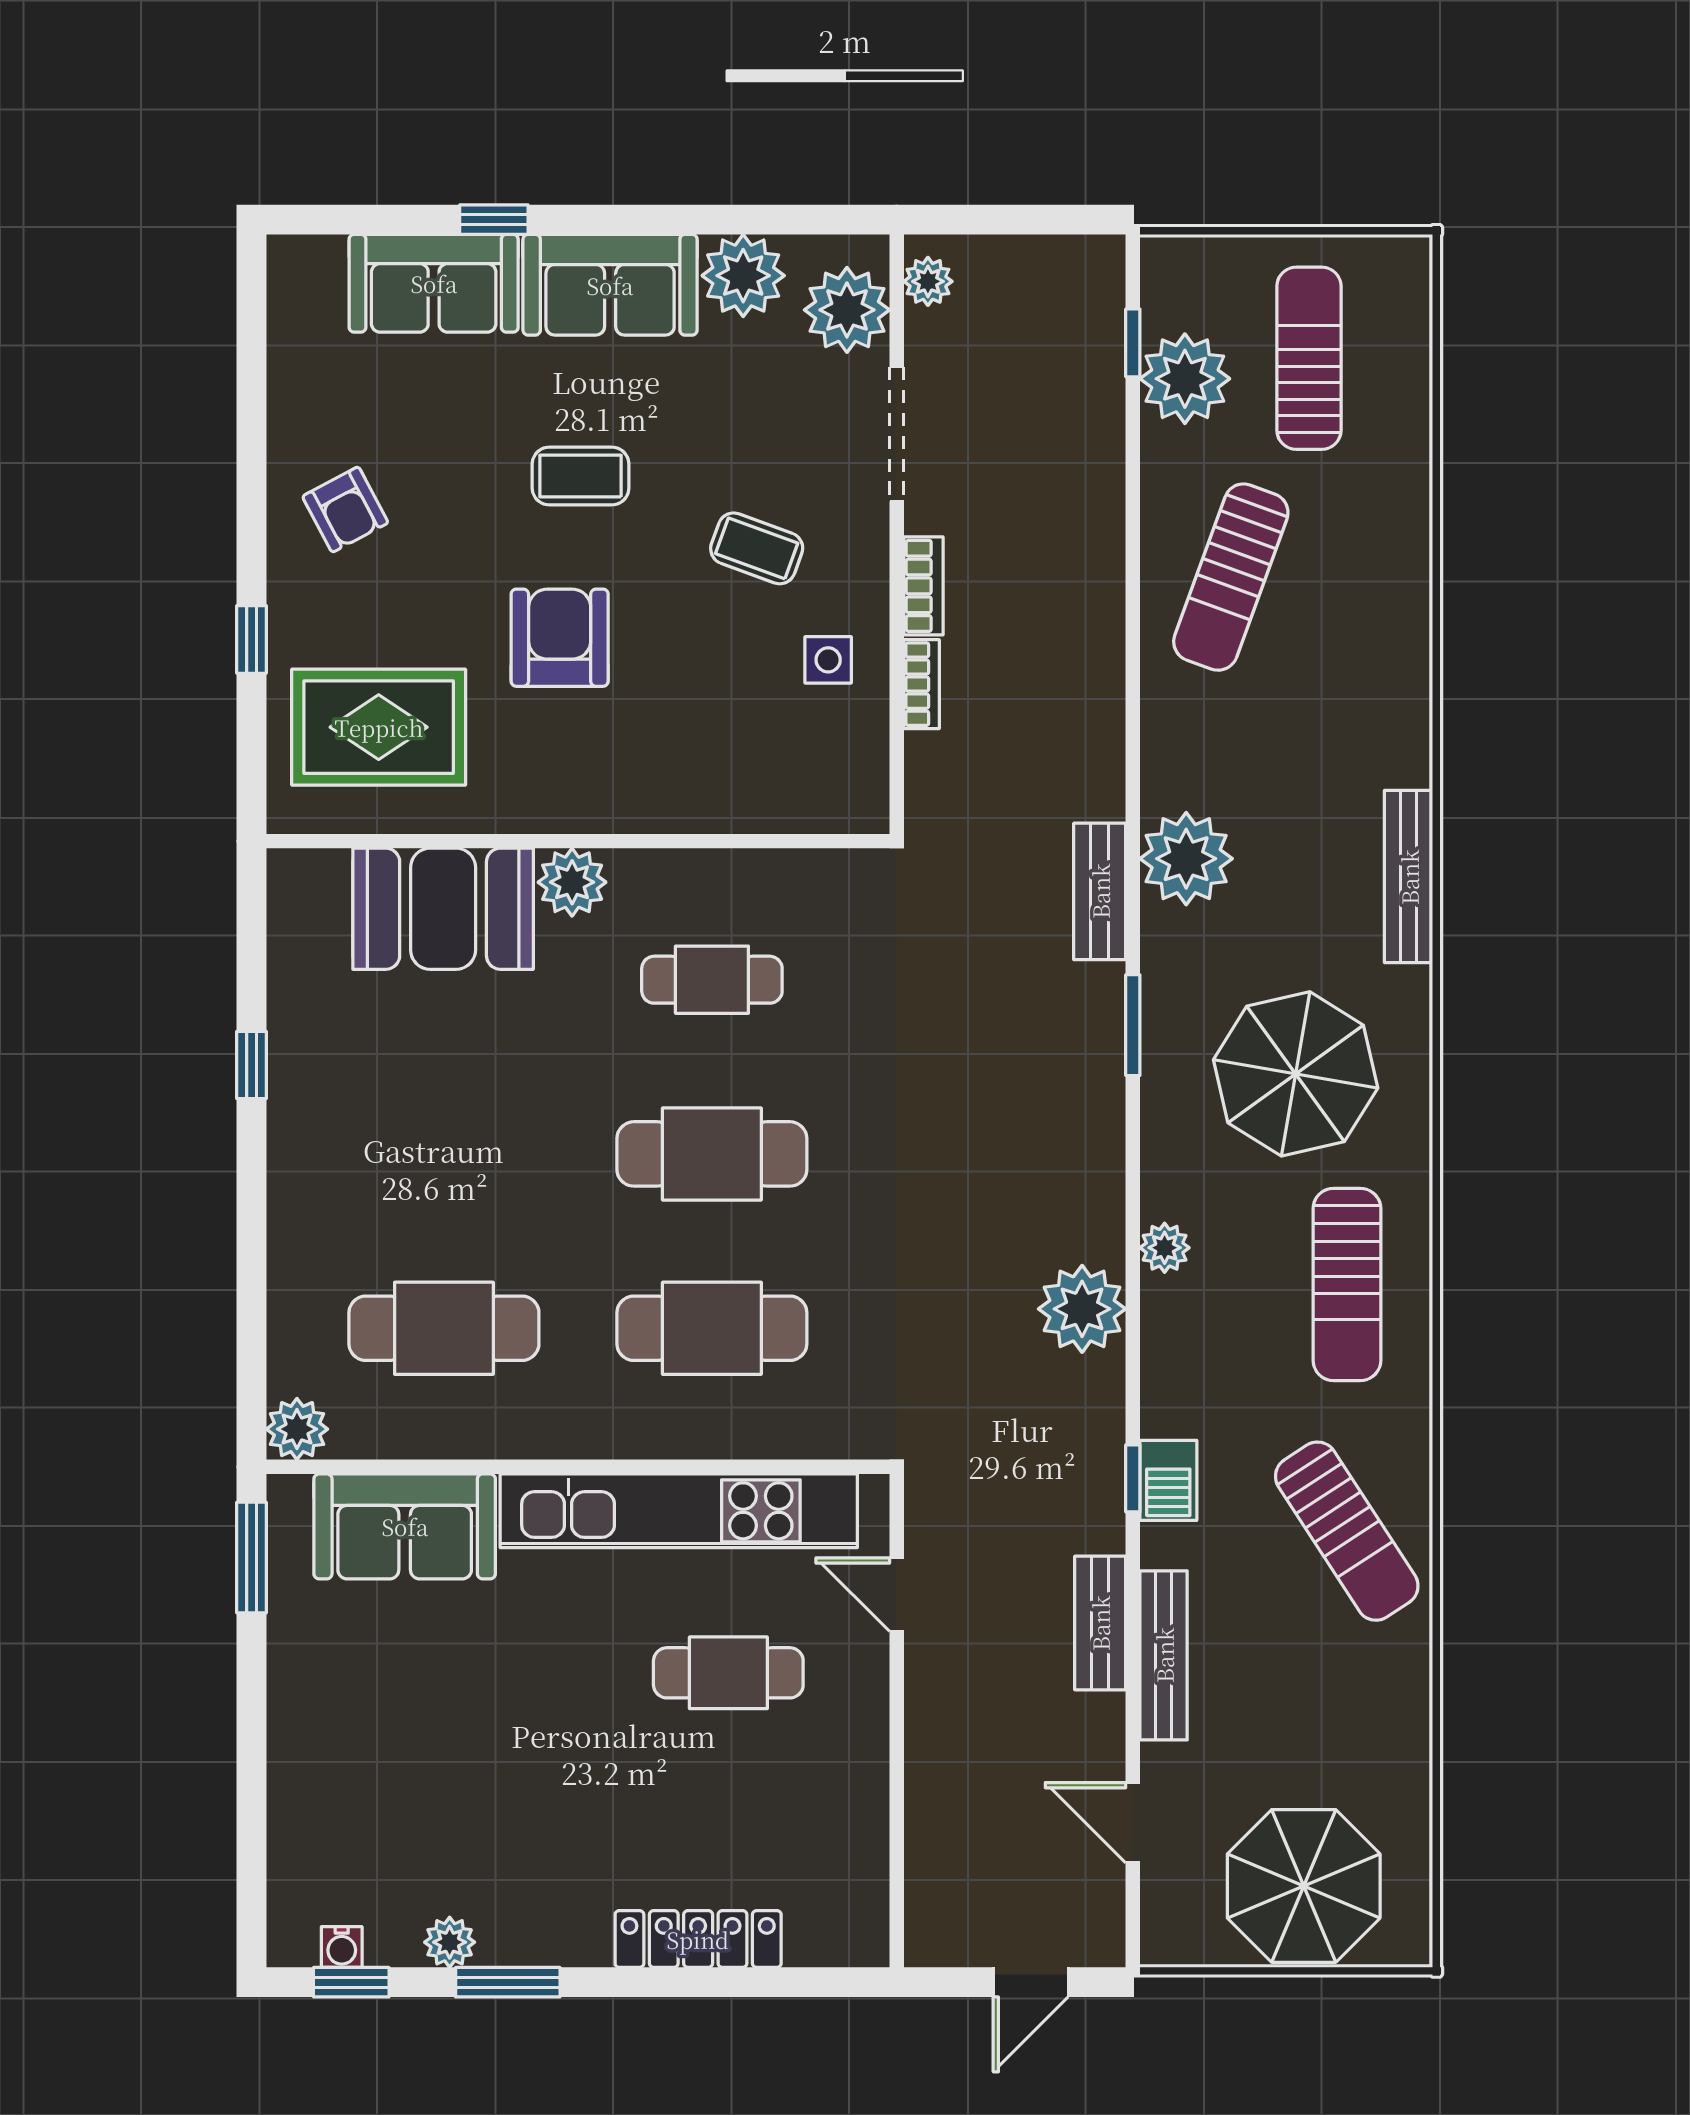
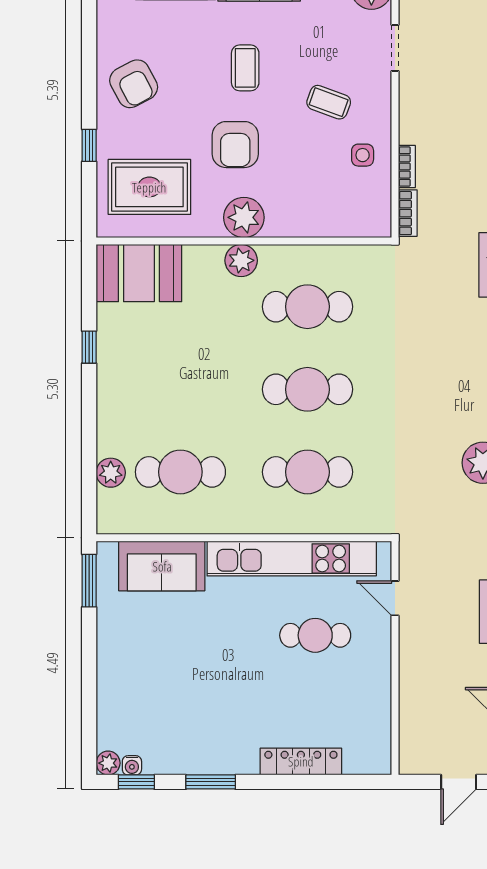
doorway: (897, 434) -> (395, 48), width x0.73
coffee table: (581, 476) -> (245, 68), turned 90
armchair: (345, 510) -> (134, 84), width x1.38, depth x1.38
bookcase: (923, 586) -> (408, 213), moved
armchair: (560, 638) -> (235, 145), turned 180
plant: (578, 791) -> (244, 217), added
booth: (443, 909) -> (139, 273), moved
cafe table: (712, 980) -> (307, 307), width x1.37, depth x1.35
plant: (297, 1429) -> (111, 473), moved
plant: (450, 1942) -> (108, 763), moved

